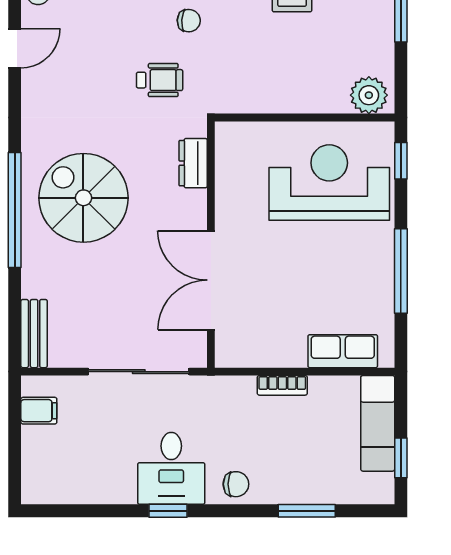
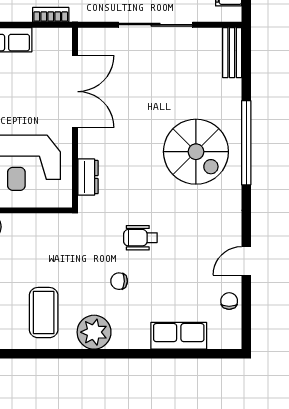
dresser: (193, 163) -> (88, 177), moved
wall: (211, 245) -> (75, 118), moved
double door: (211, 280) -> (75, 92), moved

